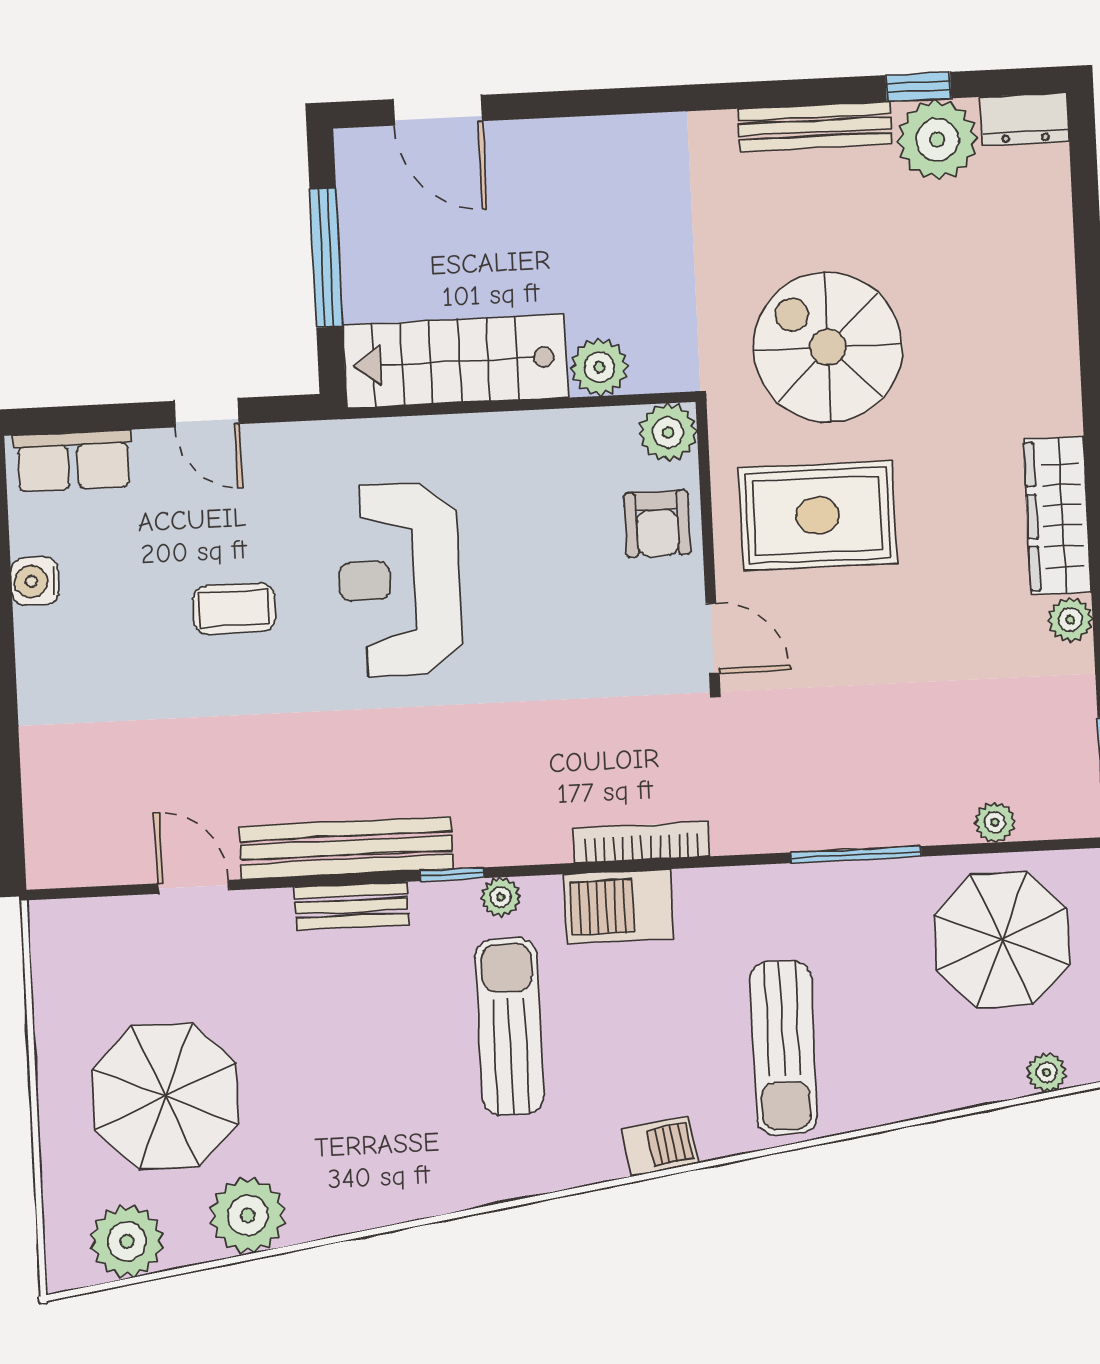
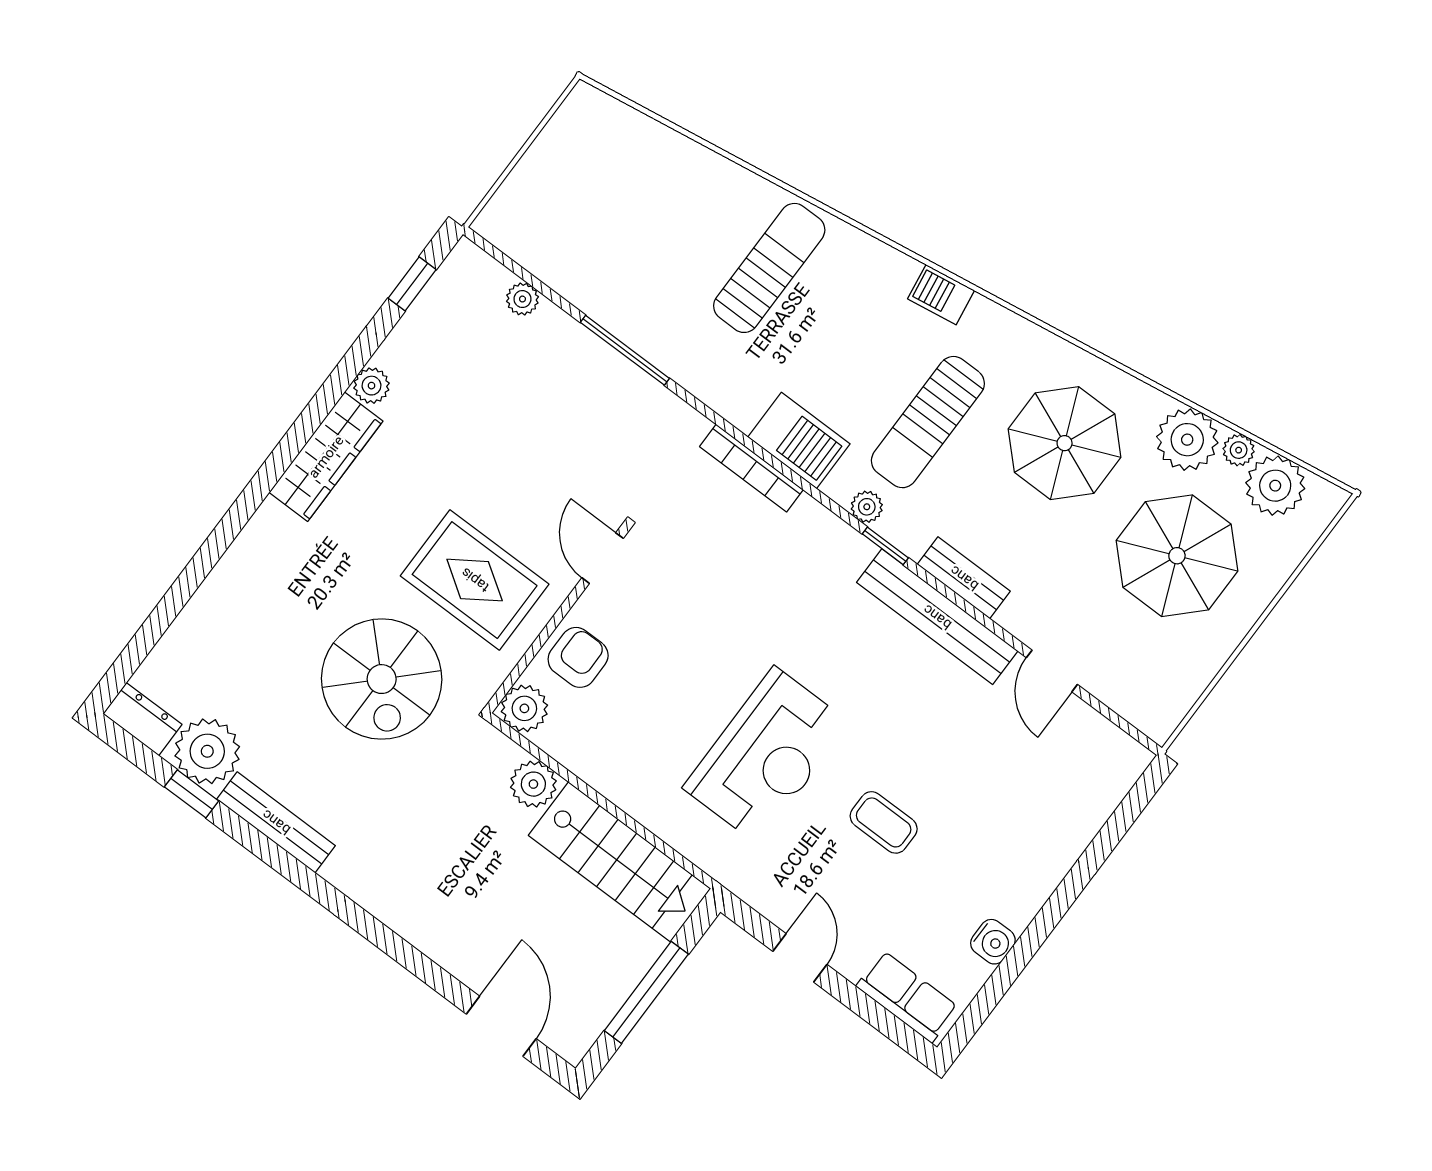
parasol: (1002, 939) -> (1065, 443), moved
plant: (1047, 1073) -> (1239, 450), moved
barbecue: (660, 1146) -> (941, 295), moved

